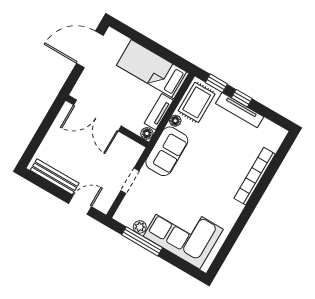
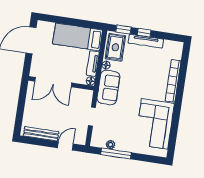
corner sofa: (183, 233) -> (155, 124), moved, turned -90

